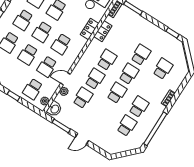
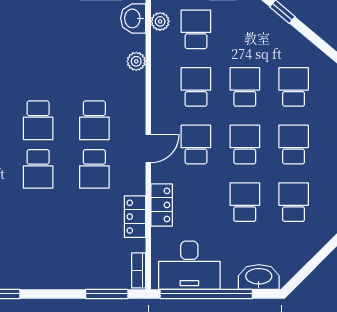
school desk: (141, 55) -> (38, 218), removed
door: (65, 79) -> (148, 149), moved
school desk: (83, 98) -> (94, 72), removed

